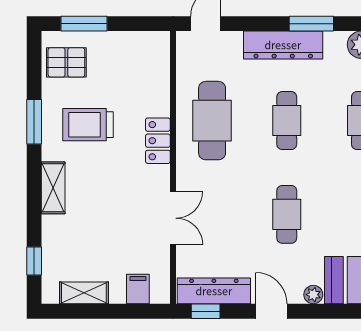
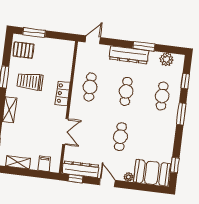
cafe table: (212, 121) -> (90, 87), width x0.73, depth x0.74

